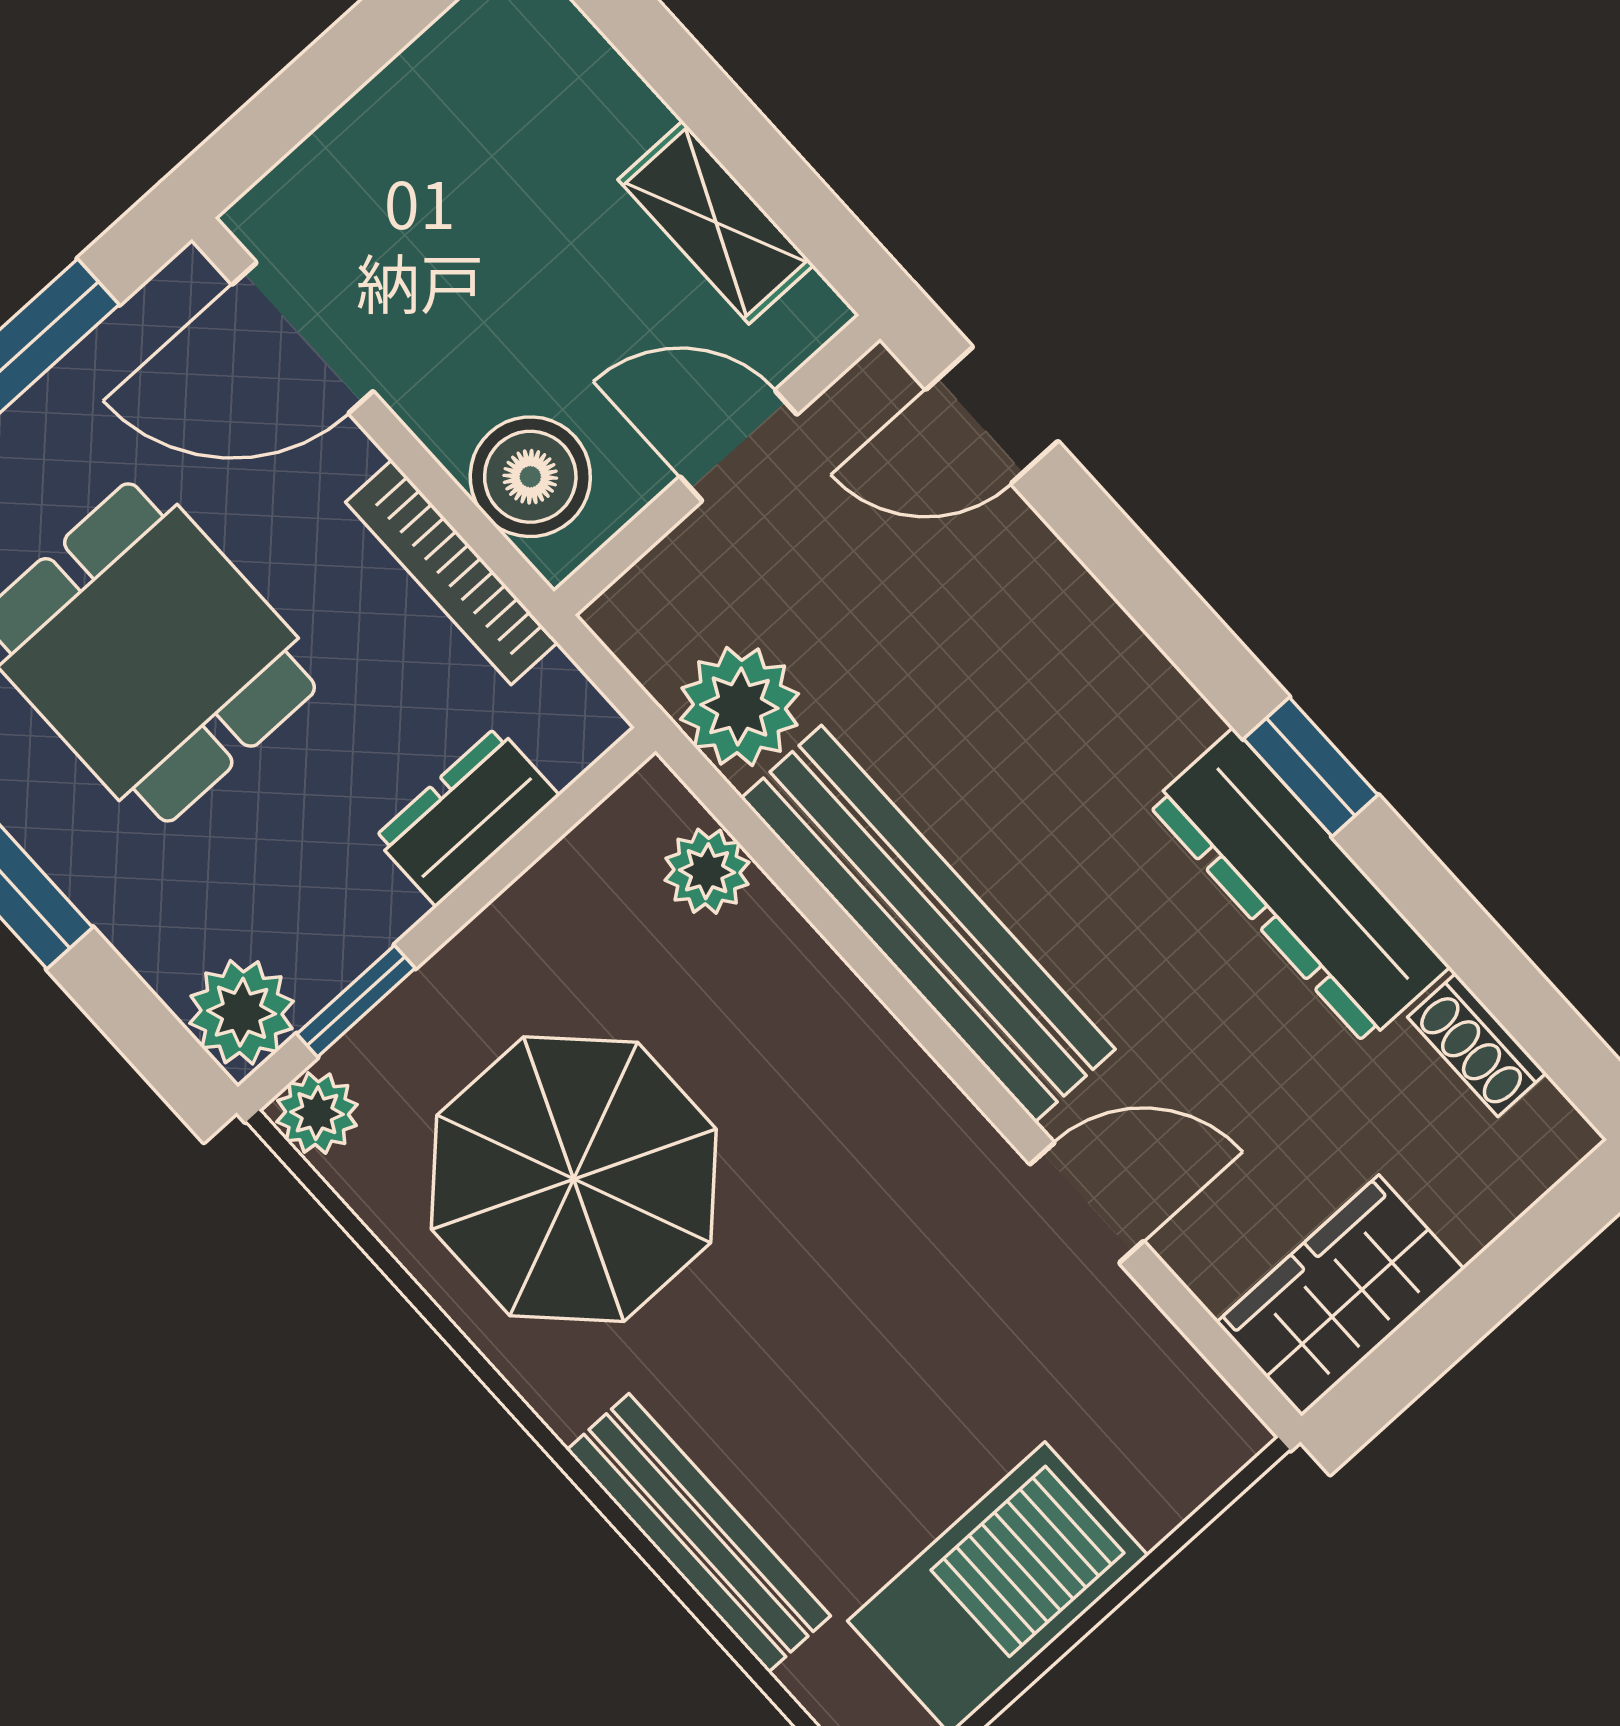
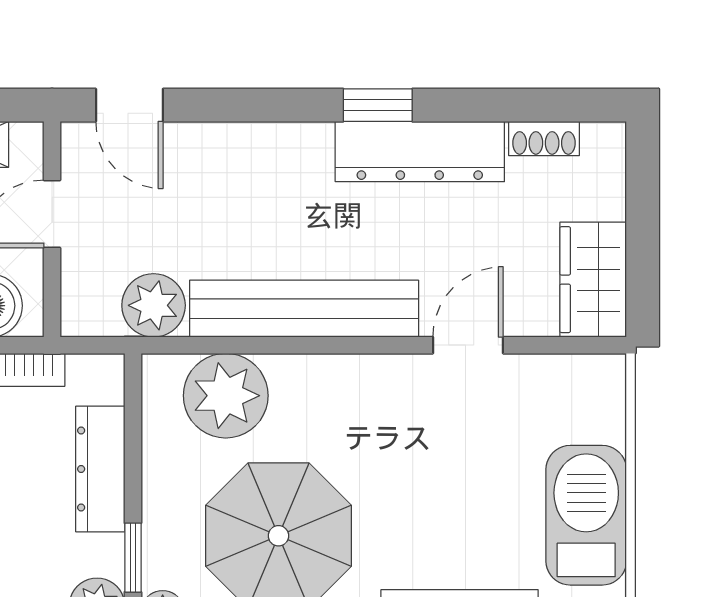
door: (992, 415) -> (129, 105), hinge flipped
dresser: (467, 817) -> (100, 469), width x1.44
plant: (707, 871) -> (226, 396), width x1.88, depth x1.88

